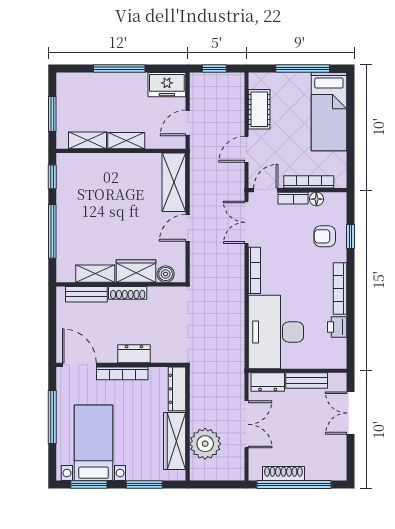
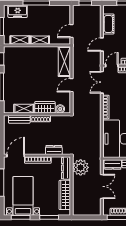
freezer: (167, 85) -> (18, 11), moved
dresser: (134, 354) -> (54, 150), moved
door: (79, 365) -> (16, 156), hinge flipped
plant: (205, 444) -> (81, 167), moved

